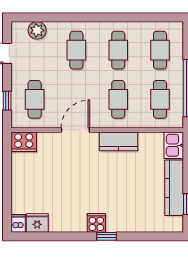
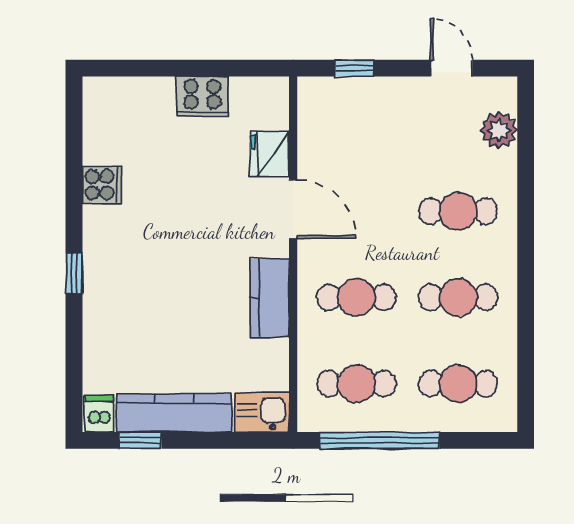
cafe table: (35, 99) -> (356, 125), removed
cooker: (24, 142) -> (202, 97), moved, turned -90
dishwasher: (18, 223) -> (100, 414), moved, turned -90
fridge: (37, 223) -> (270, 154), moved, turned 180
cooker: (96, 223) -> (102, 185), moved

